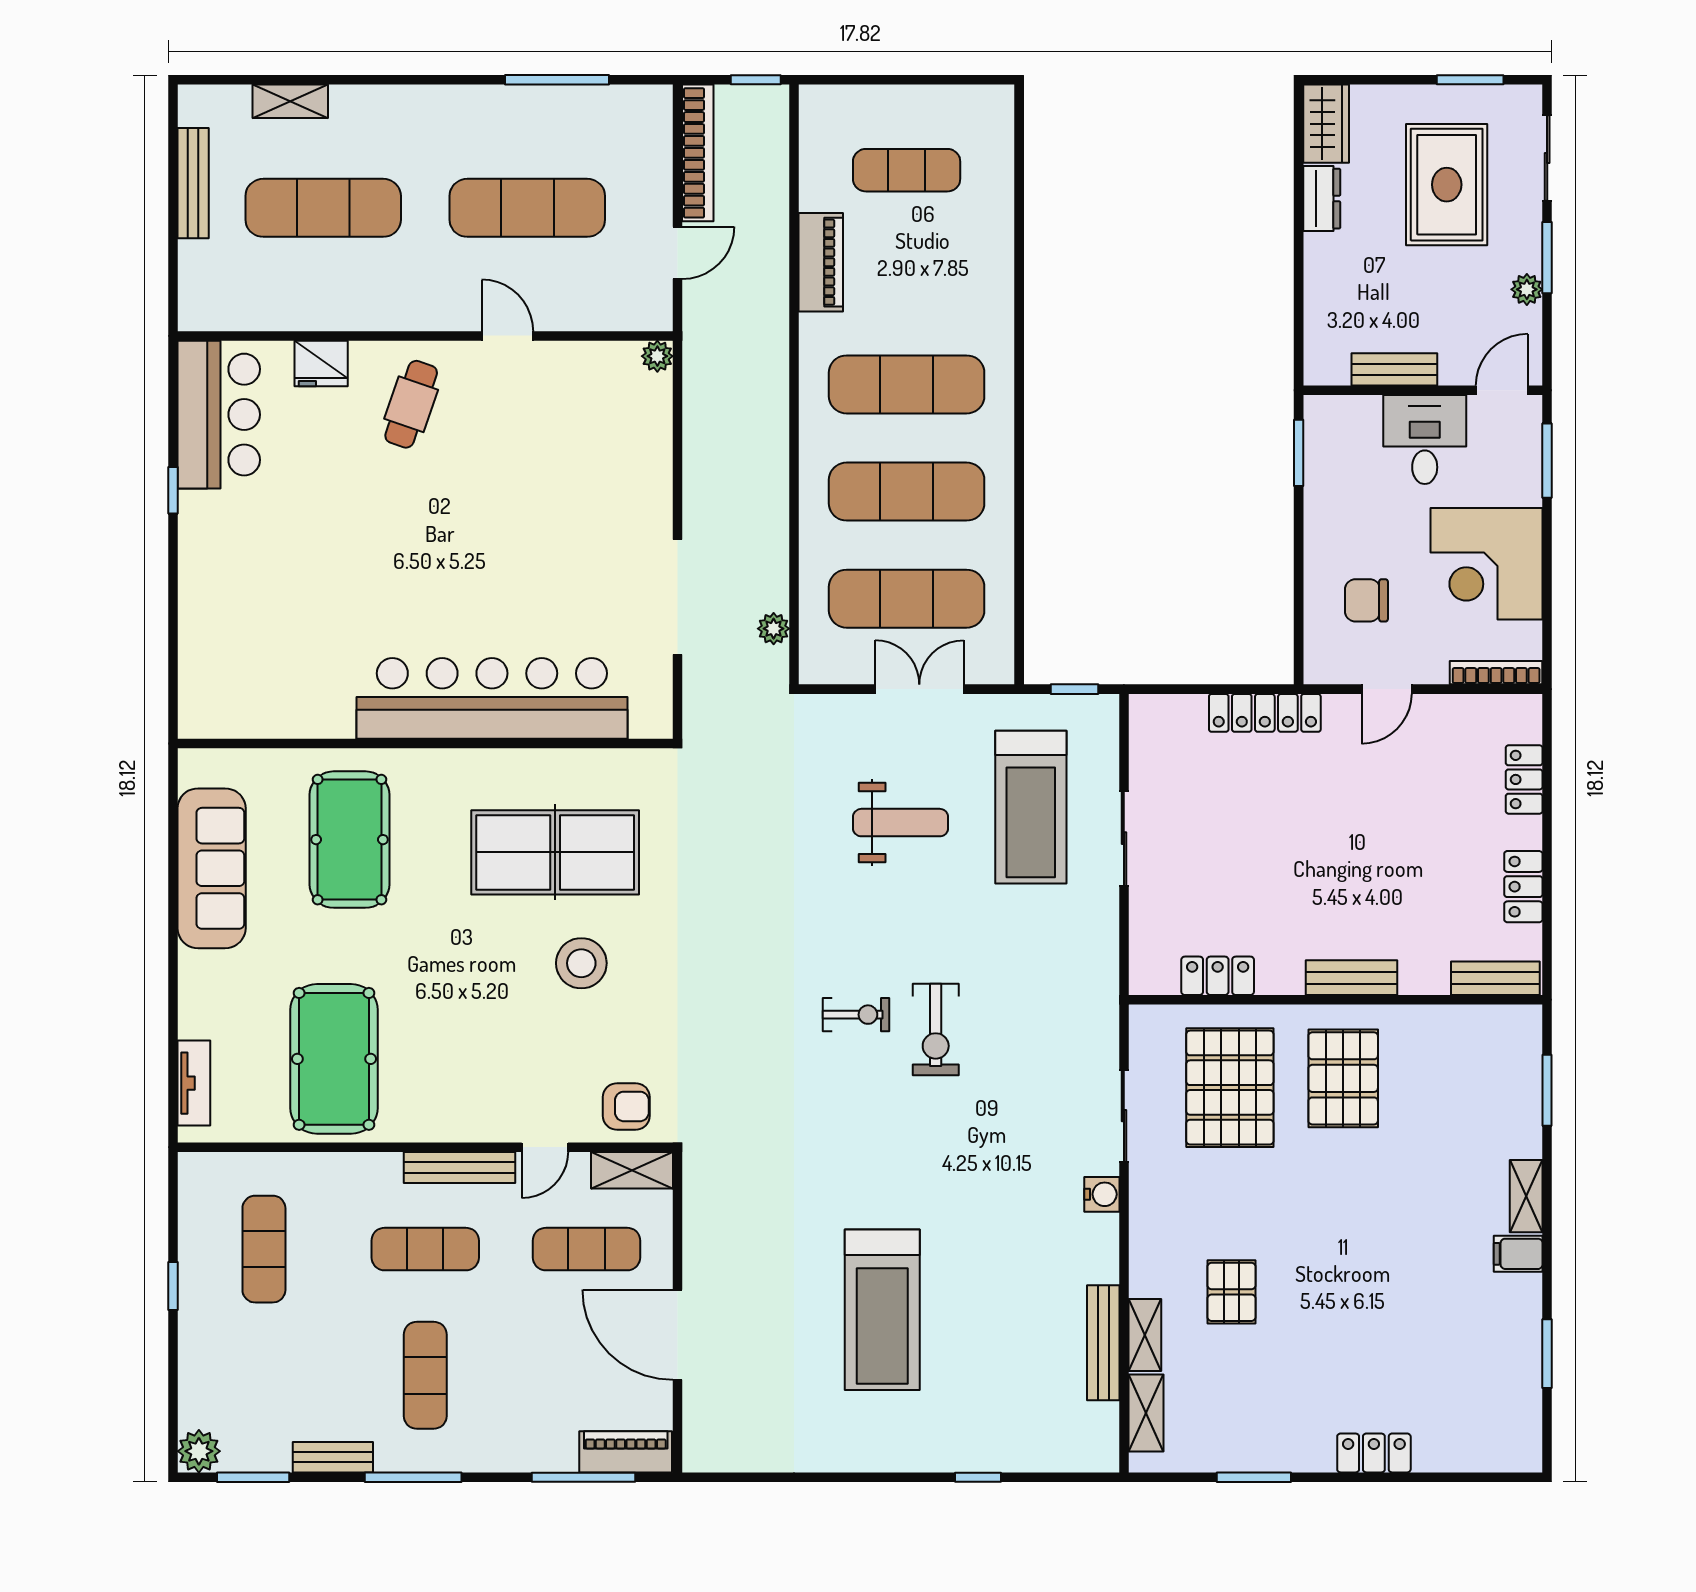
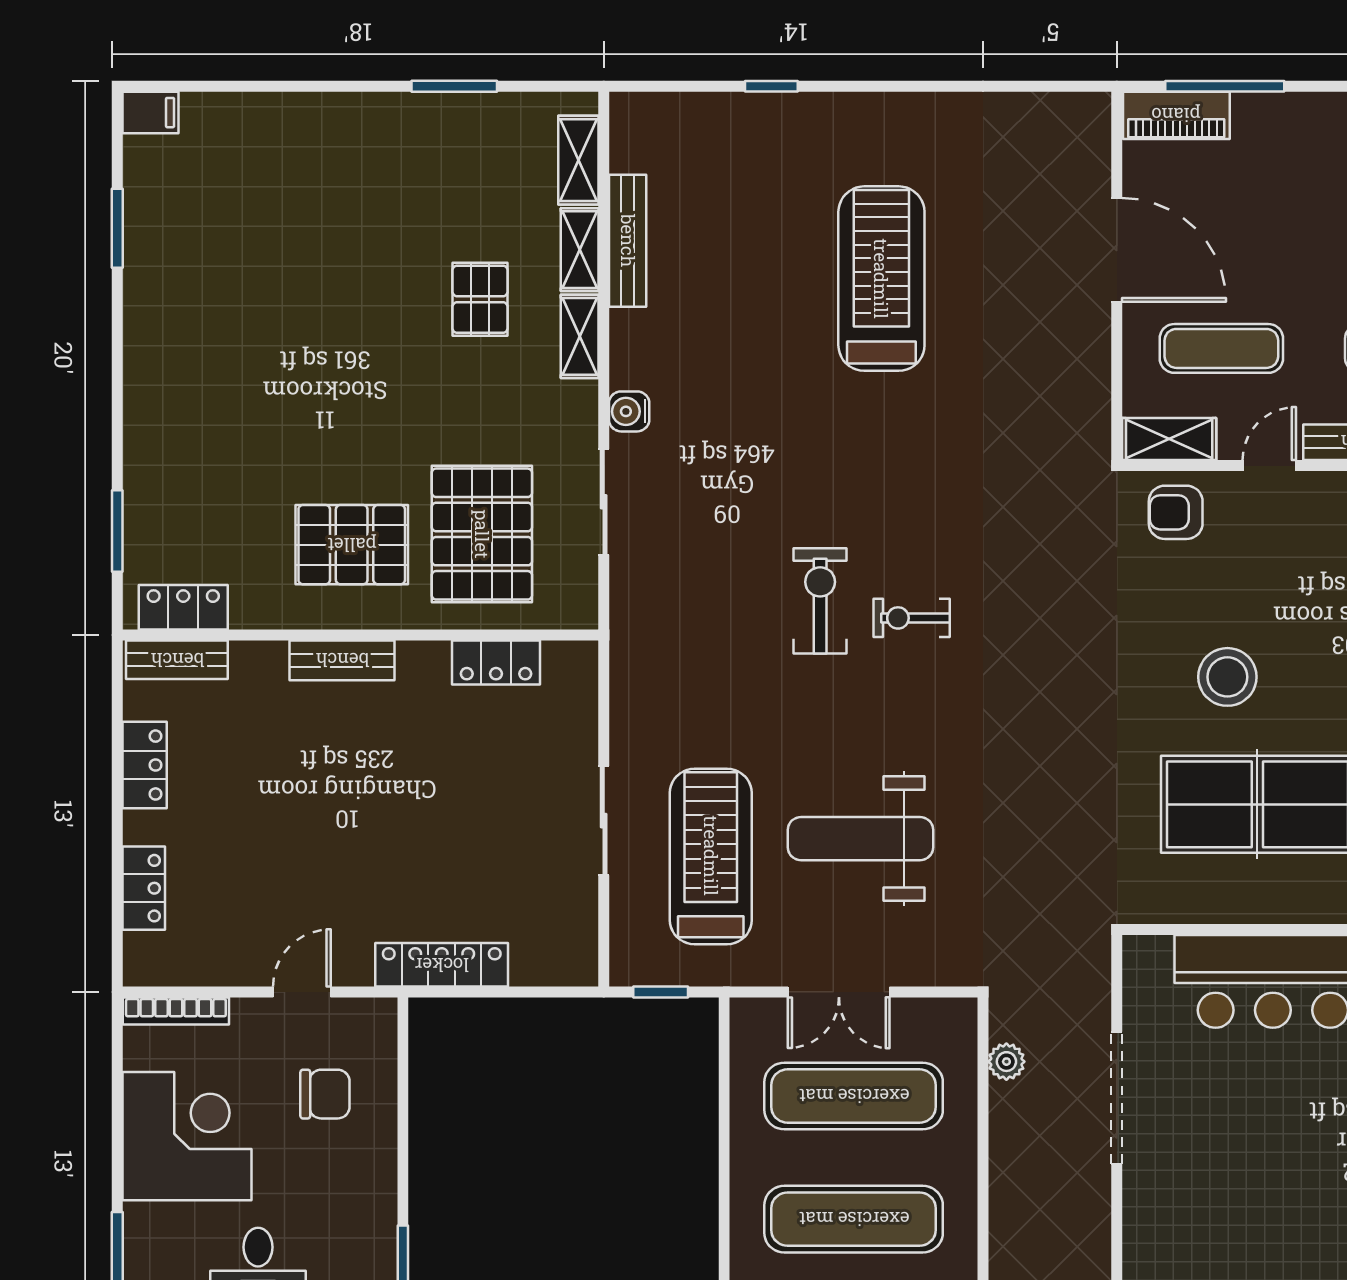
weight bench: (901, 823) -> (860, 839), width x1.36, depth x1.33
pallet: (1343, 1078) -> (352, 545), turned 90
shelving: (1526, 1196) -> (580, 336), moved
filing cabinet: (1518, 1254) -> (151, 113), moved
locker: (1374, 1453) -> (183, 607), moved, turned 180

